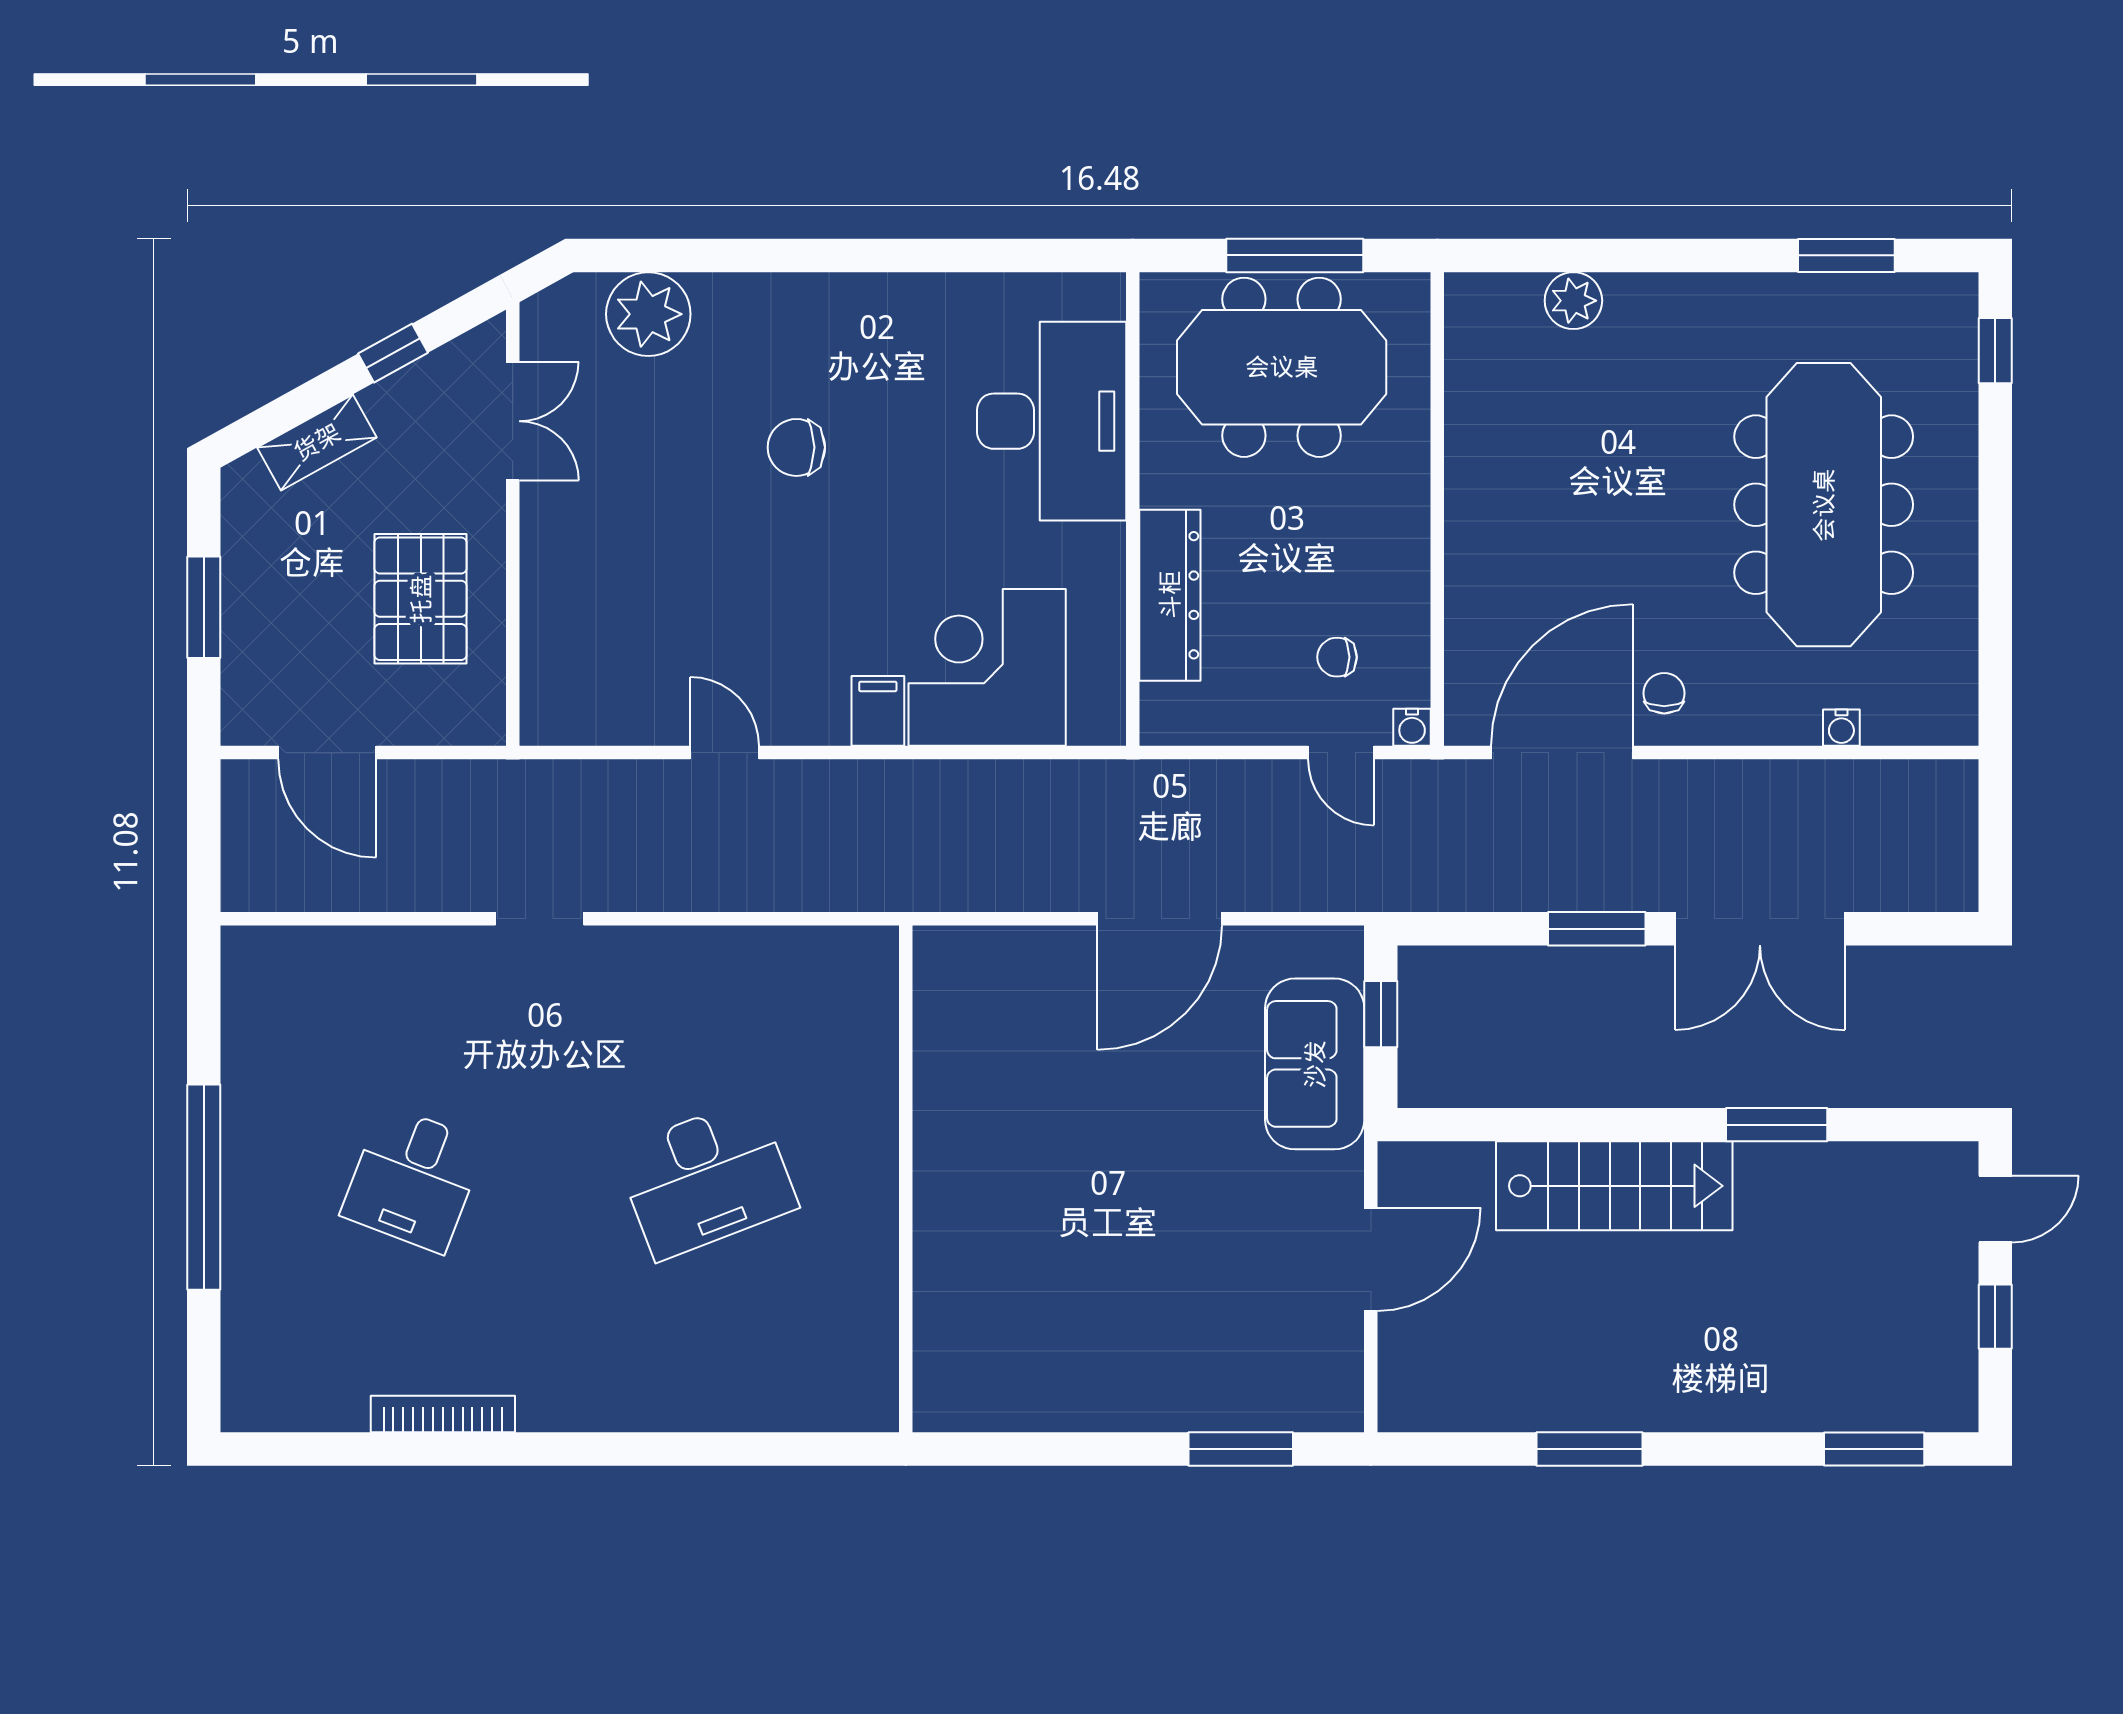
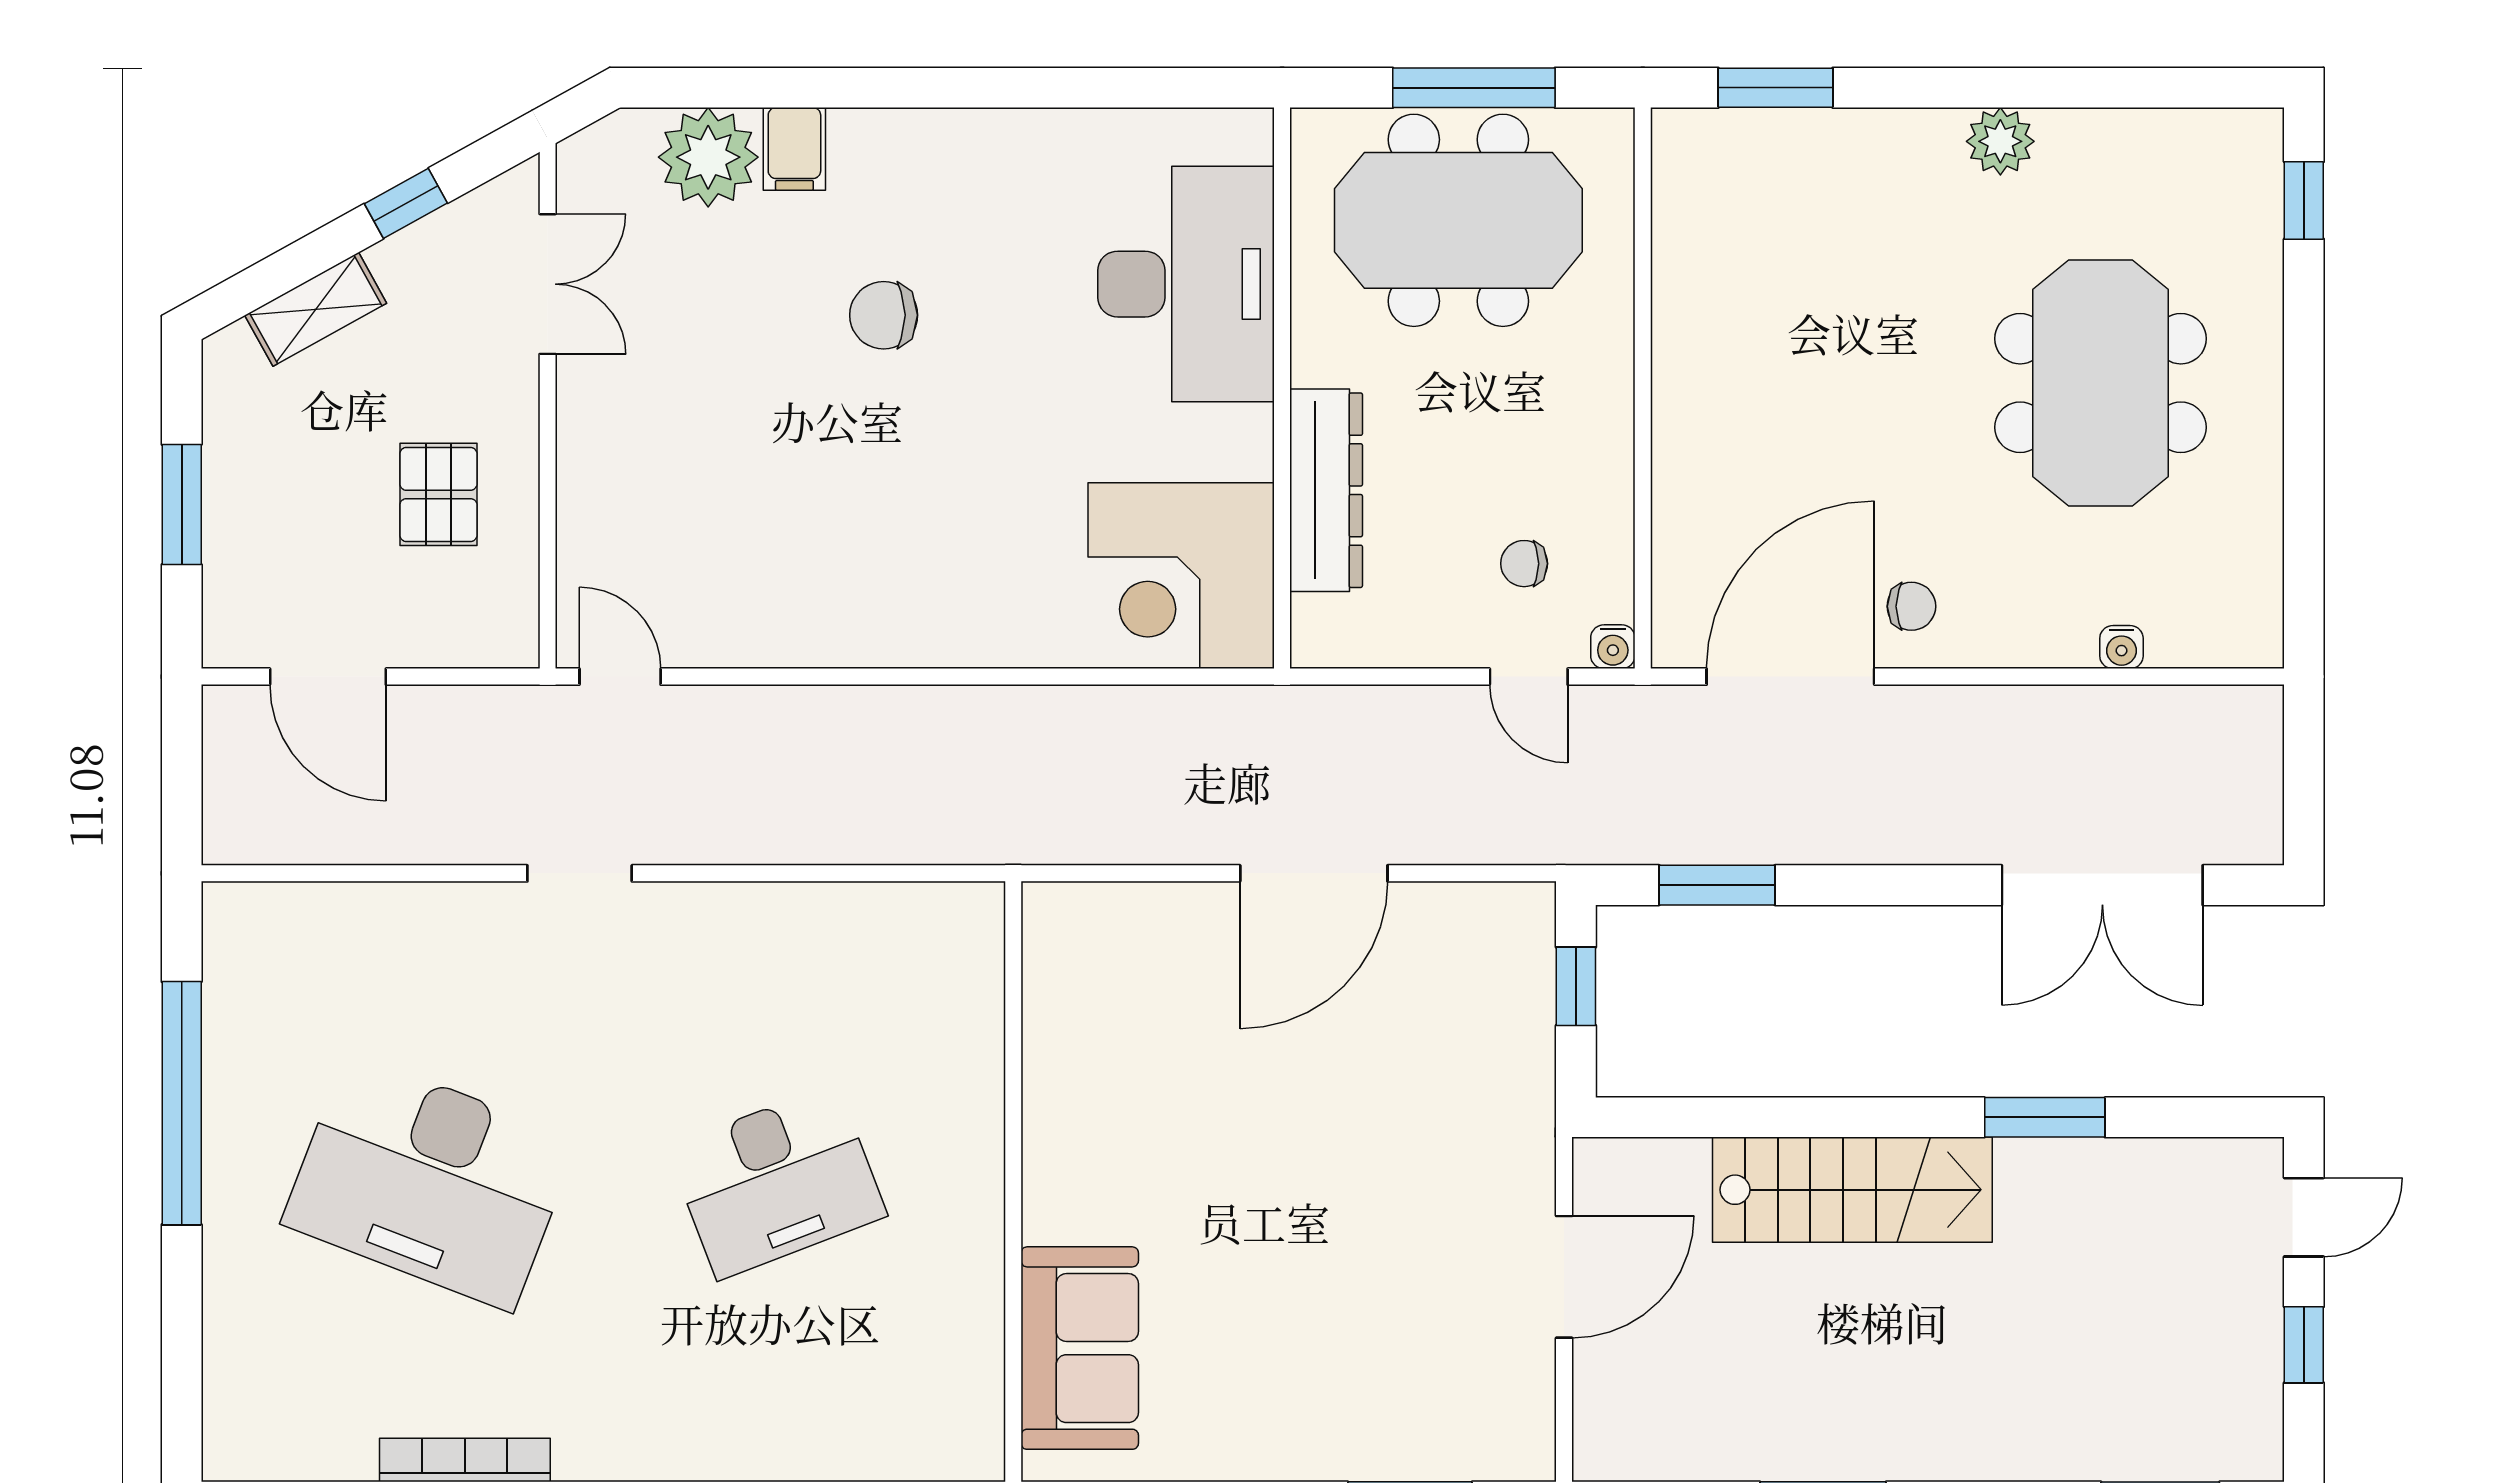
window: (1846, 255) -> (1775, 88), moved
plant: (1573, 301) -> (2000, 141), moved
meeting table: (1824, 505) -> (2100, 383), width x0.73
pallet: (421, 599) -> (438, 494), width x0.67, depth x0.71
corner desk: (987, 667) -> (1181, 576), moved, turned -90
chair: (1664, 693) -> (1911, 606), turned 90
filing cabinet: (878, 711) -> (794, 149), moved, turned 180
door: (725, 753) -> (620, 677), moved
window: (1597, 929) -> (1717, 885), moved
double door: (1760, 929) -> (2102, 885), moved
sofa: (1315, 1064) -> (1080, 1348), moved, turned 180
desk: (413, 1179) -> (430, 1182), width x1.87, depth x1.30
window: (204, 1187) -> (182, 1103), moved

